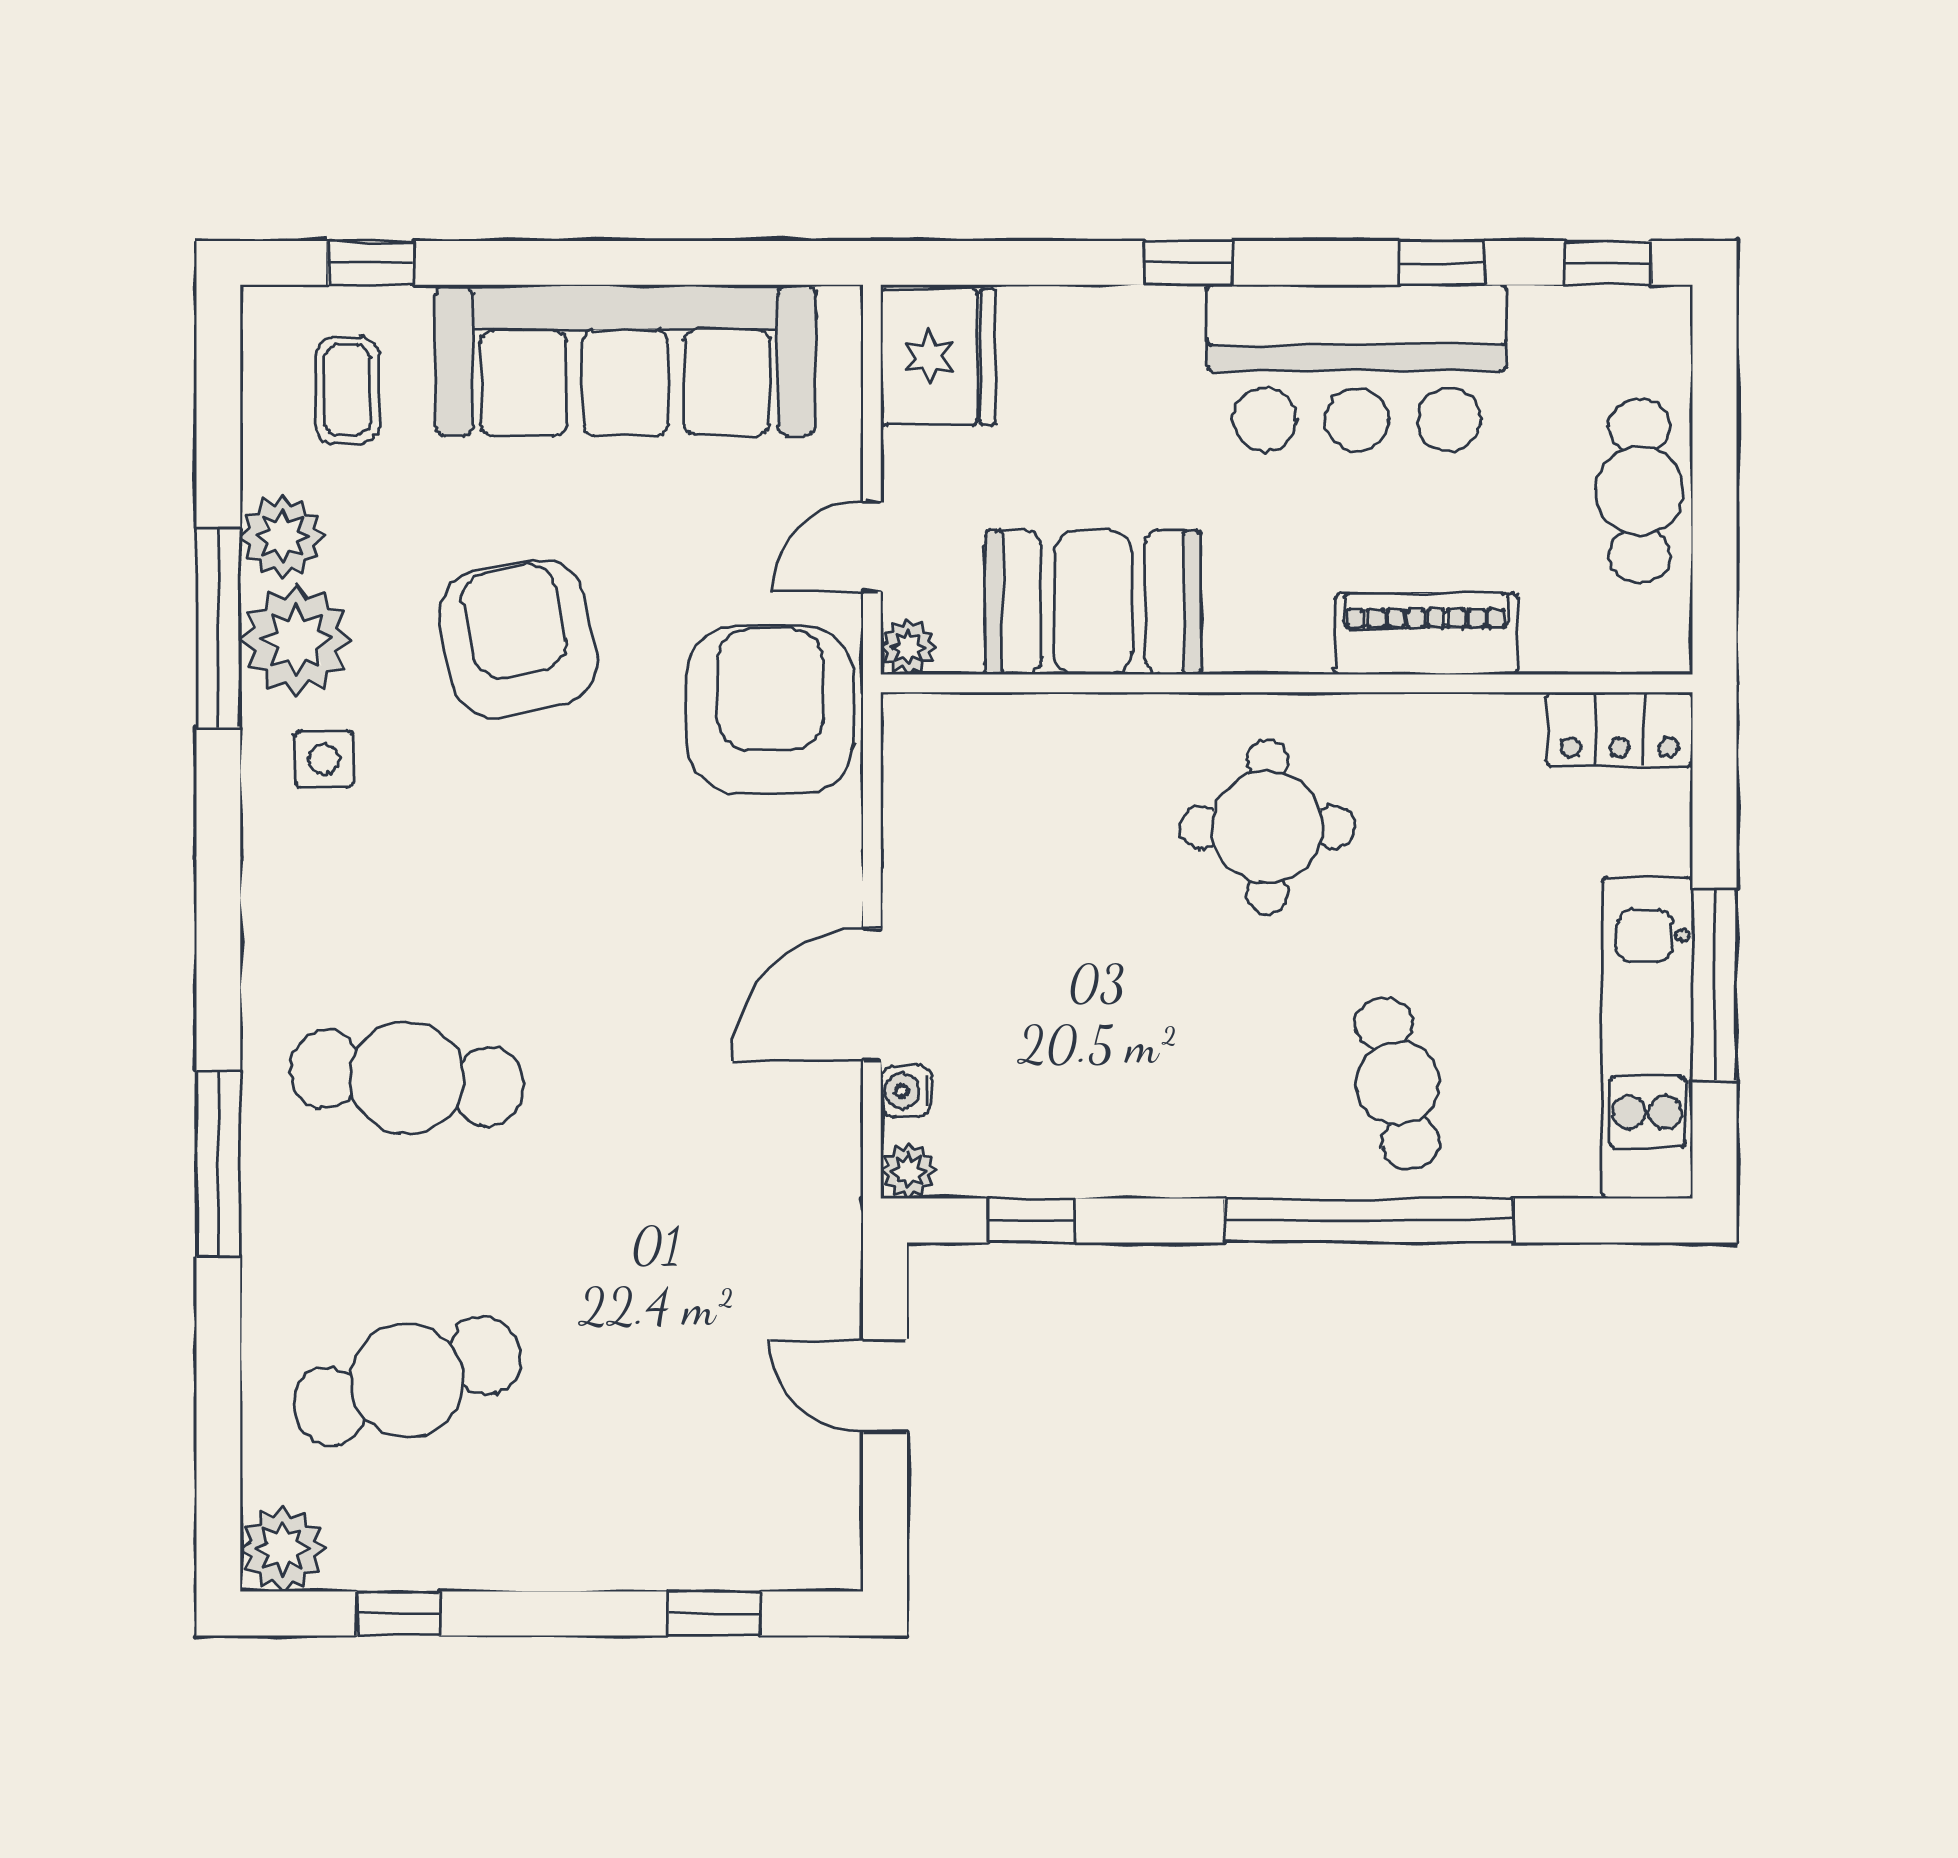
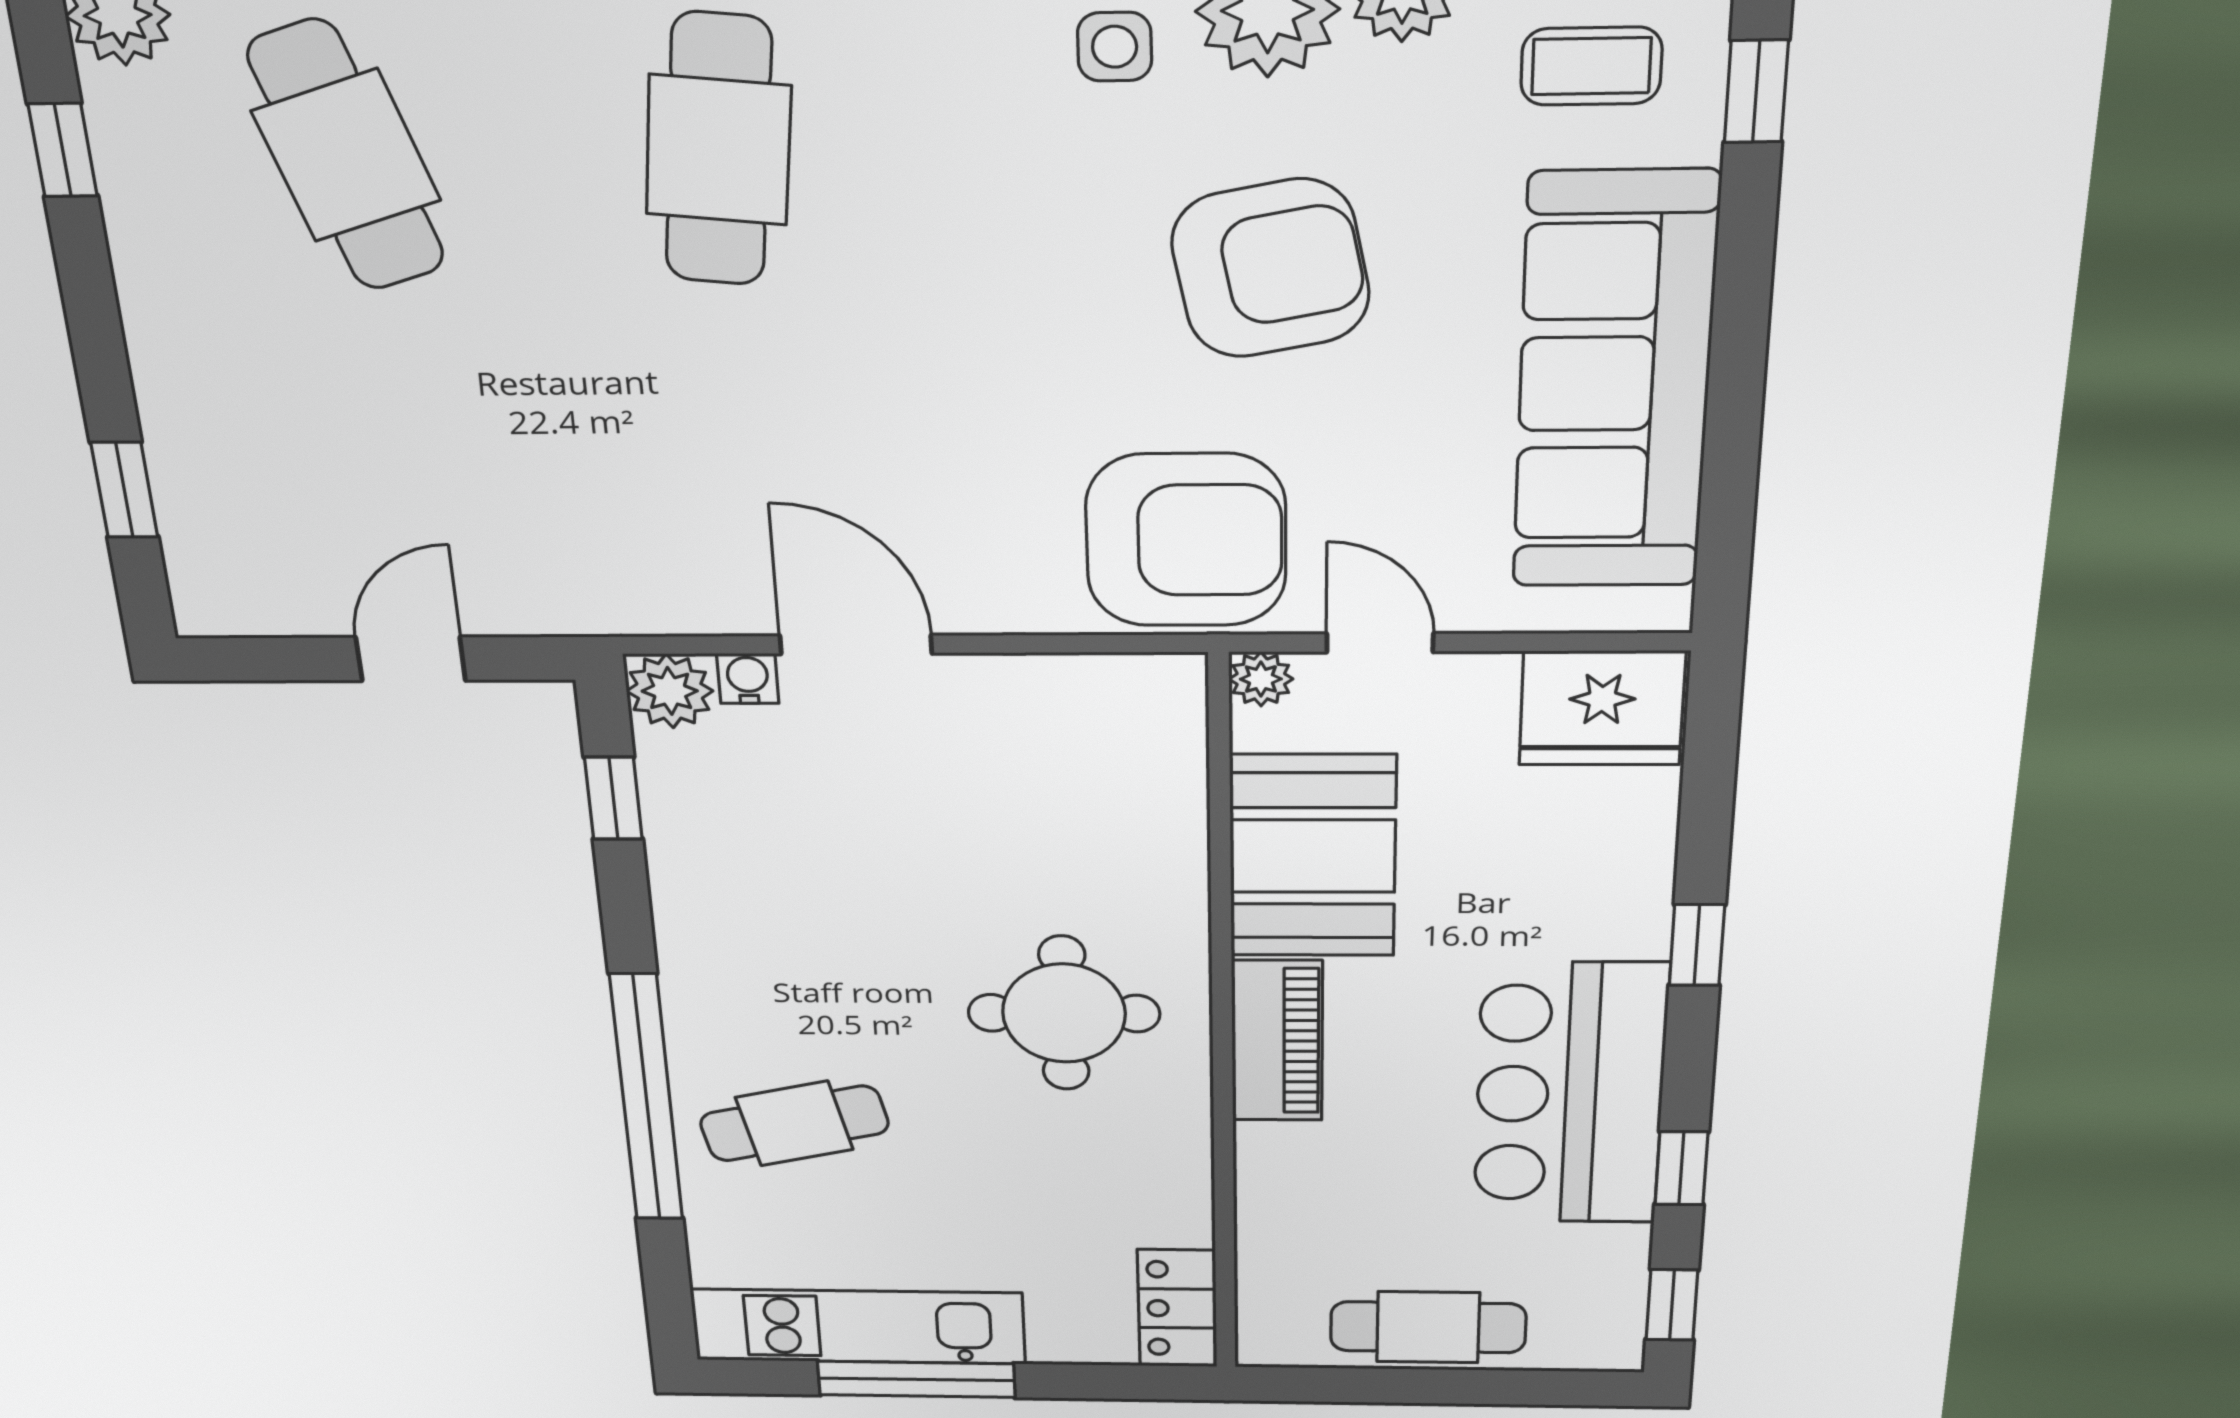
piano: (1426, 634) -> (1277, 1041), moved
plant: (908, 1171) -> (670, 691), width x1.38, depth x1.38

